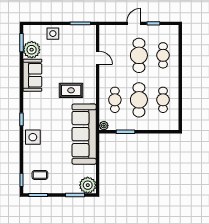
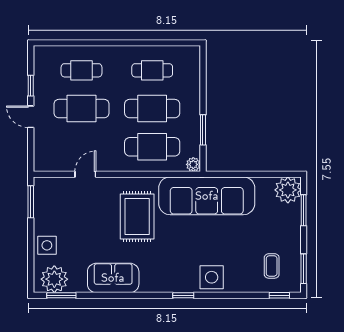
plant: (32, 50) -> (54, 279), moved
rug: (71, 90) -> (137, 216), width x1.36, depth x1.43
cafe table: (115, 100) -> (152, 147), width x1.37, depth x1.35

